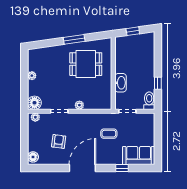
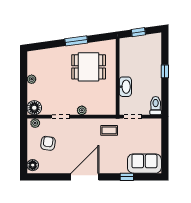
window: (158, 83) -> (165, 71), moved
coffee table: (109, 134) -> (109, 130), moved
armchair: (59, 141) -> (48, 143), moved

